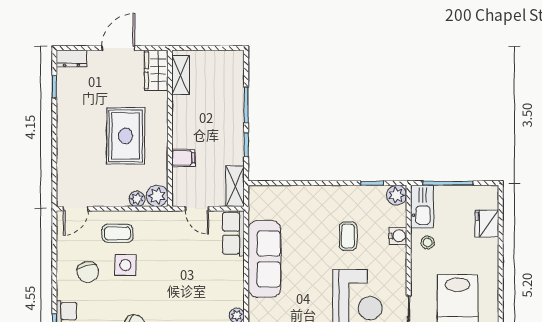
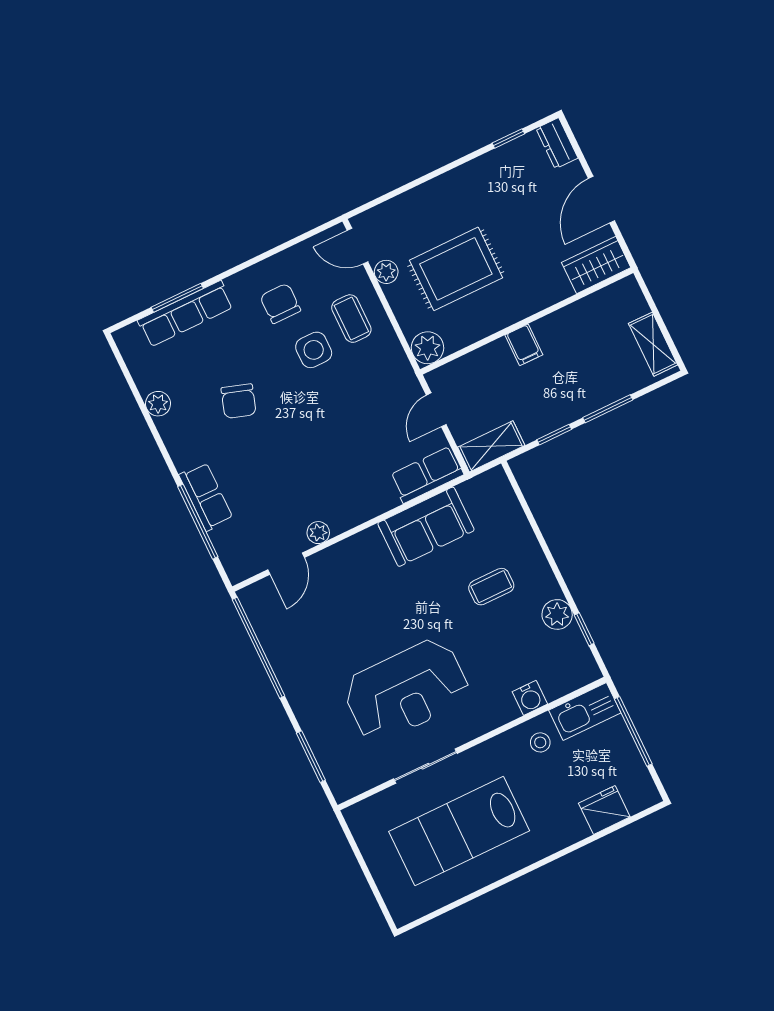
door: (118, 48) -> (601, 200), swing flipped
shelving: (181, 75) -> (653, 344), moved, turned 90
rug: (126, 136) -> (456, 269), moved
filing cabinet: (183, 158) -> (524, 345), moved
plant: (397, 195) -> (557, 614), moved
plant: (137, 199) -> (386, 272), moved
coffee table: (348, 236) -> (491, 587), moved
sofa: (265, 259) -> (426, 527), width x0.73
chair: (88, 272) -> (280, 303), turned 104

